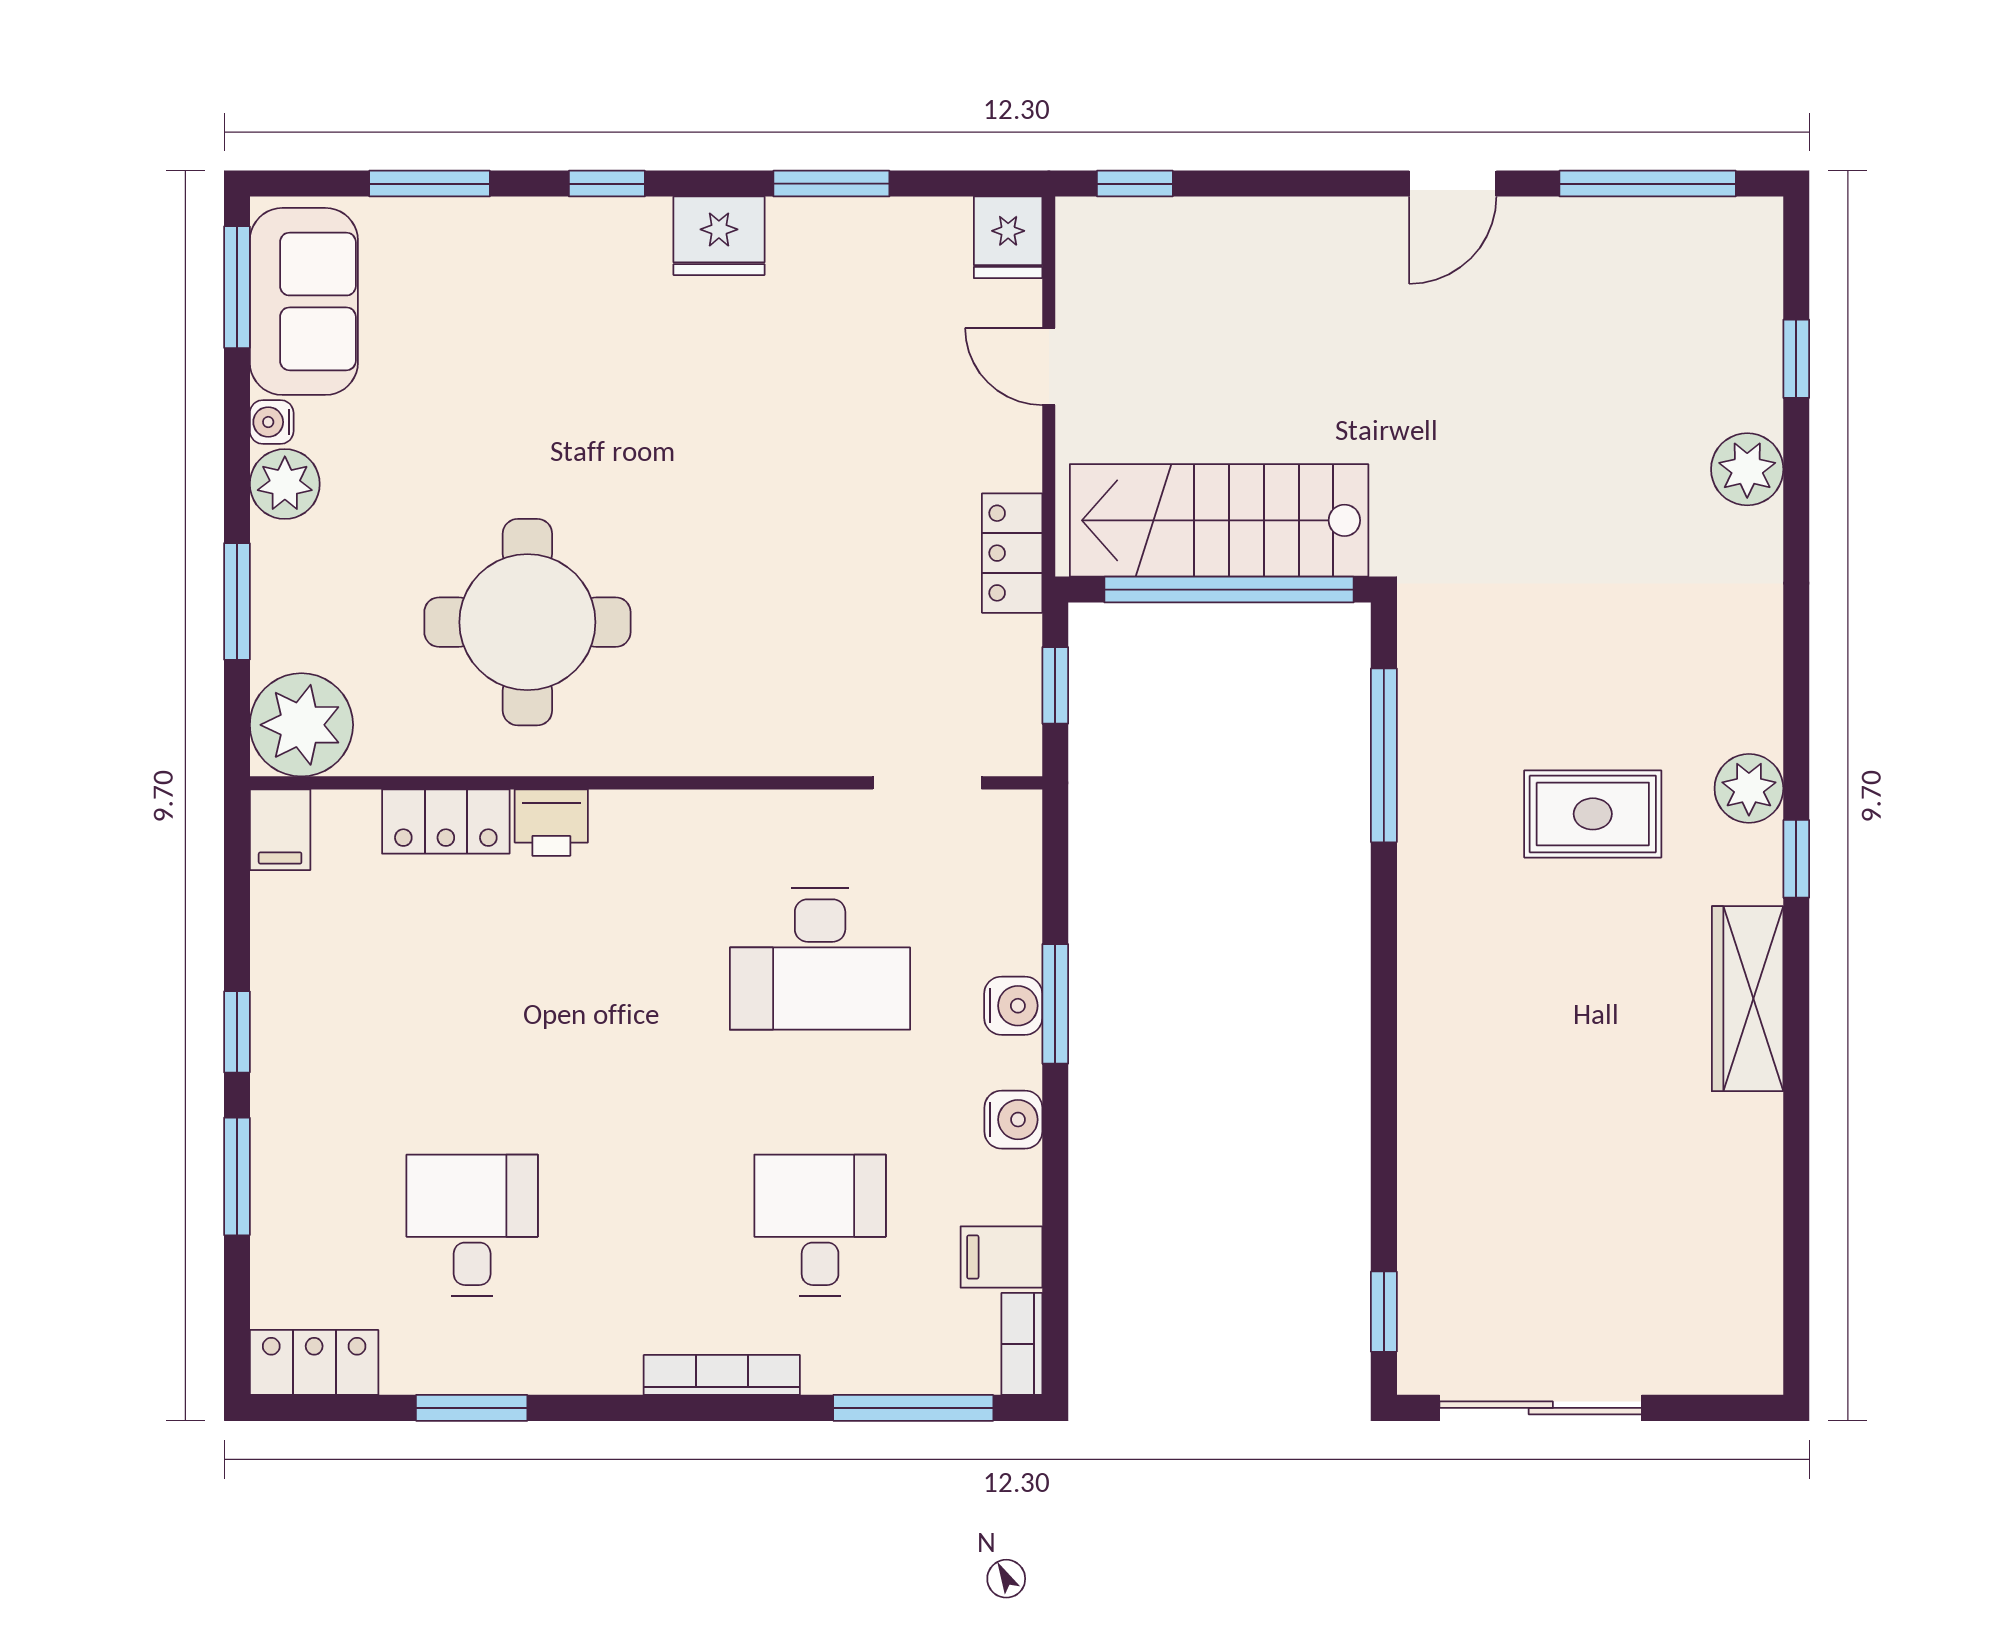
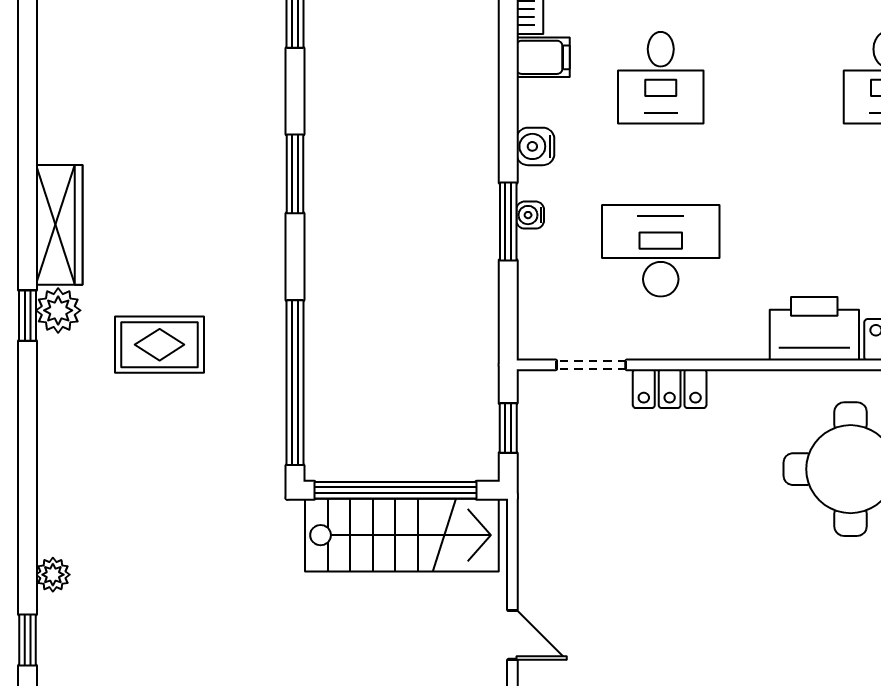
plant: (1747, 469) -> (53, 575), width x0.73, depth x0.73
locker: (1012, 553) -> (670, 389), moved, turned 90
window: (1384, 755) -> (295, 383), width x1.46
plant: (1749, 788) -> (58, 310), moved
printer: (551, 823) -> (814, 329), width x1.87, depth x1.48
water cooler: (1013, 1006) -> (530, 215), width x0.72, depth x0.72
window: (1384, 1077) -> (295, 174), added

